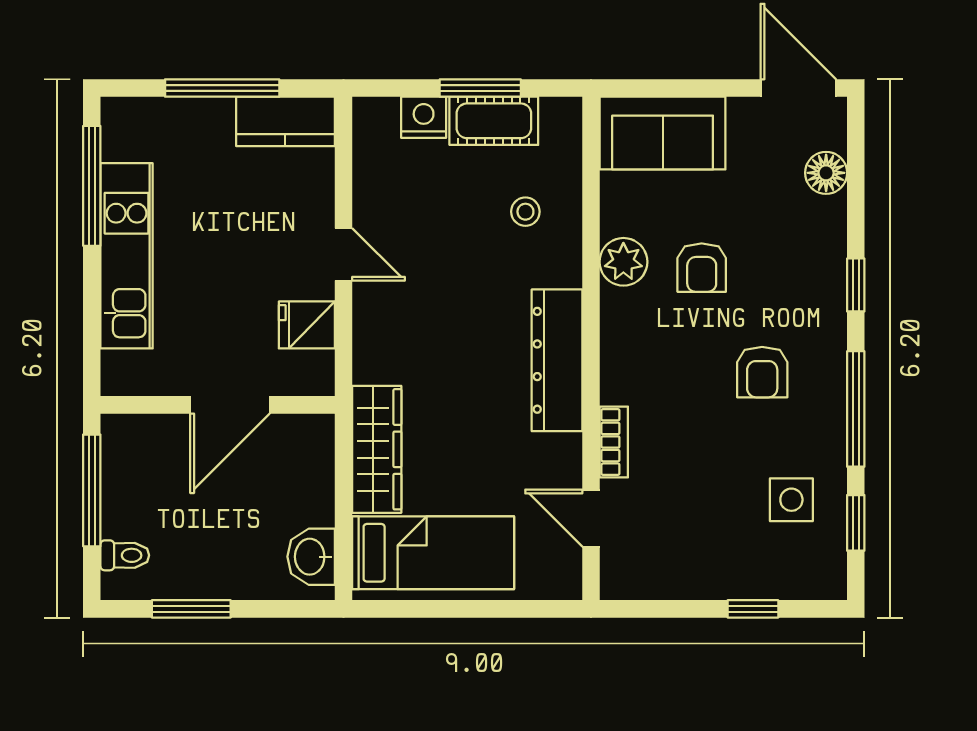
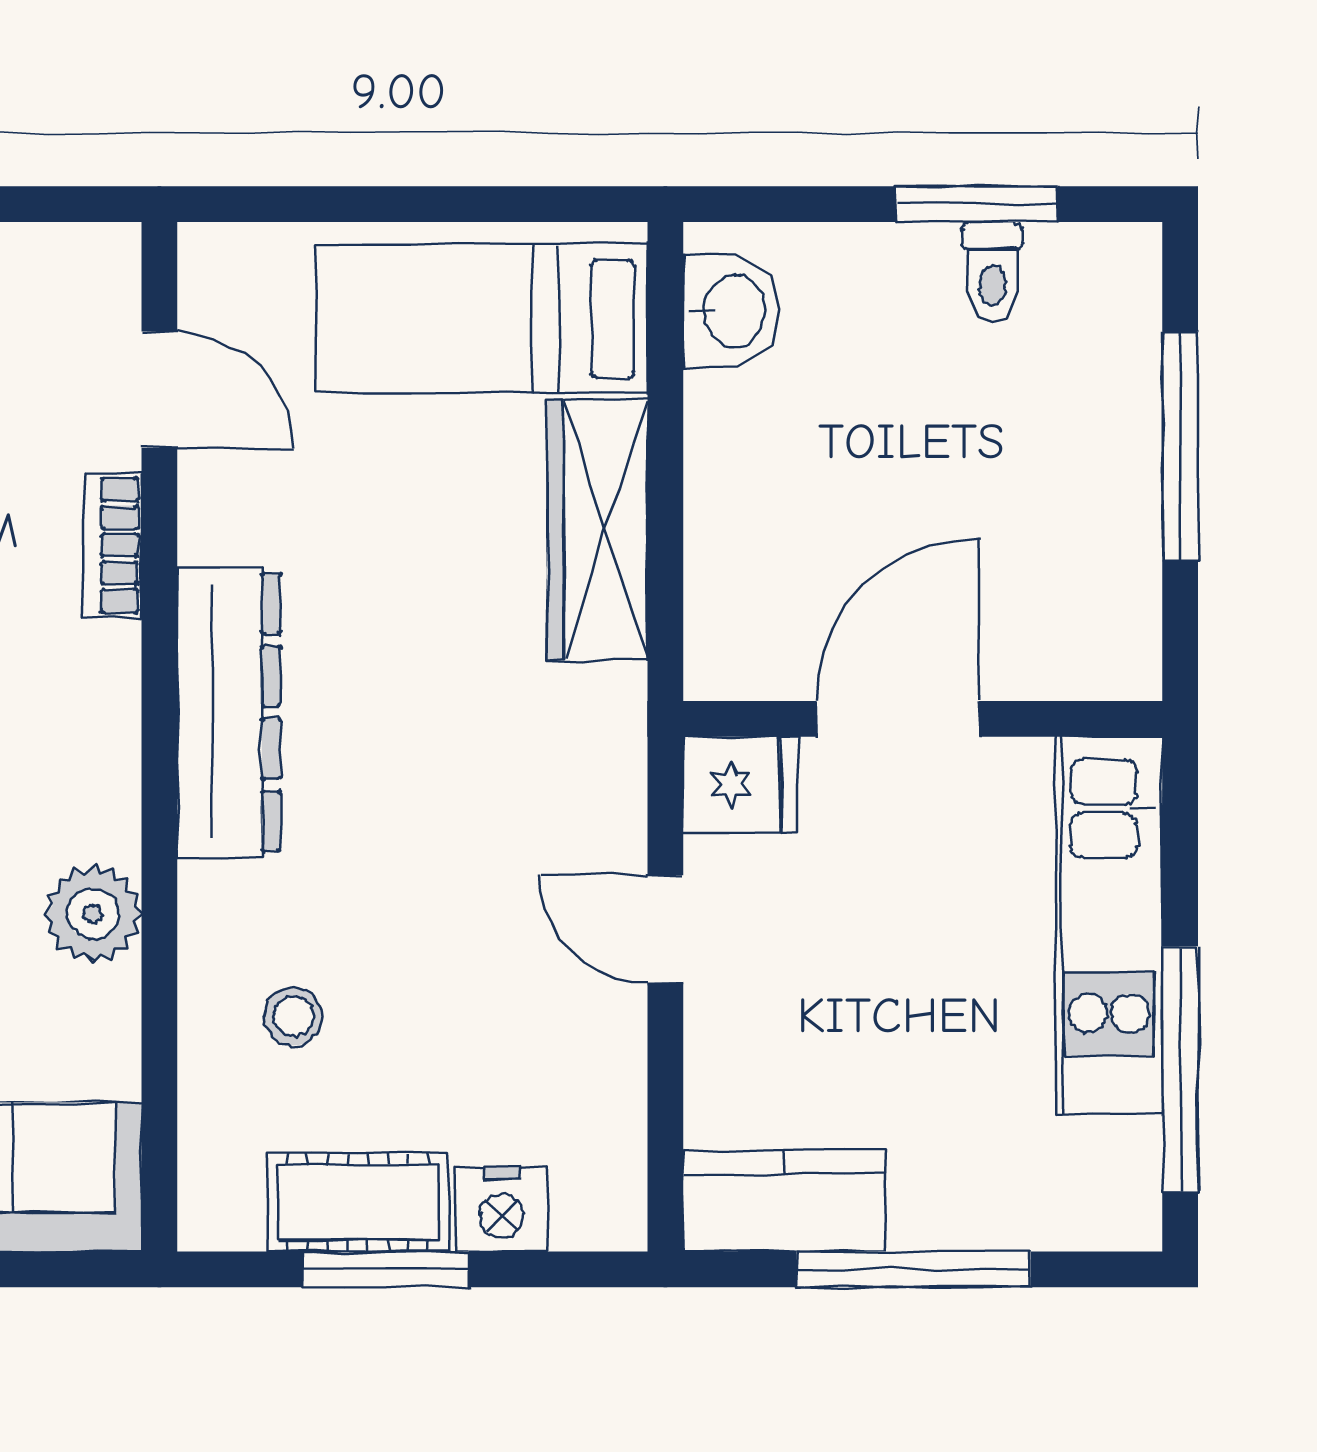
wall: (218, 405) -> (923, 719), moved
door: (230, 405) -> (898, 719), moved
toilet: (125, 555) -> (992, 272), moved, turned -90

